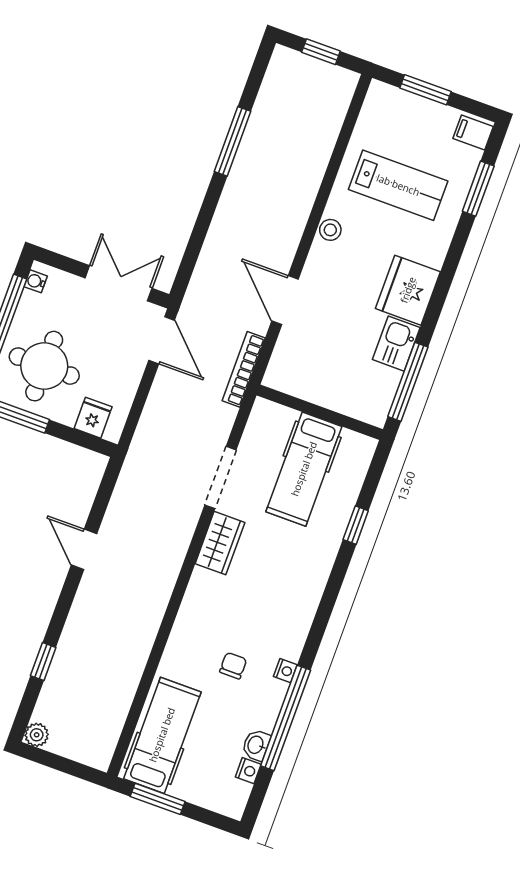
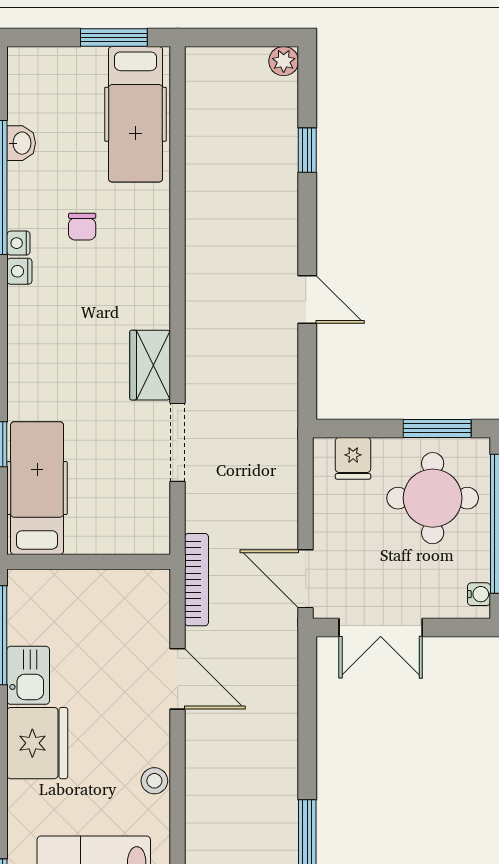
hospital bed: (304, 469) -> (37, 488), moved
nightstand: (248, 771) -> (19, 271), moved

